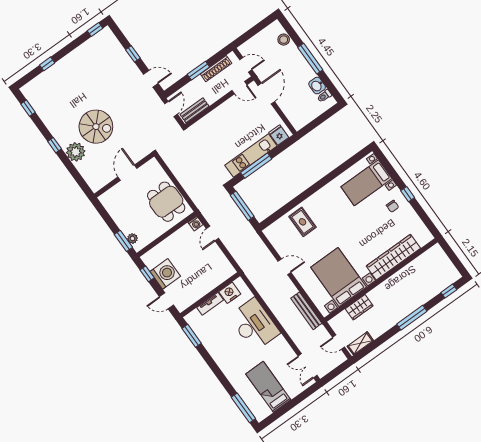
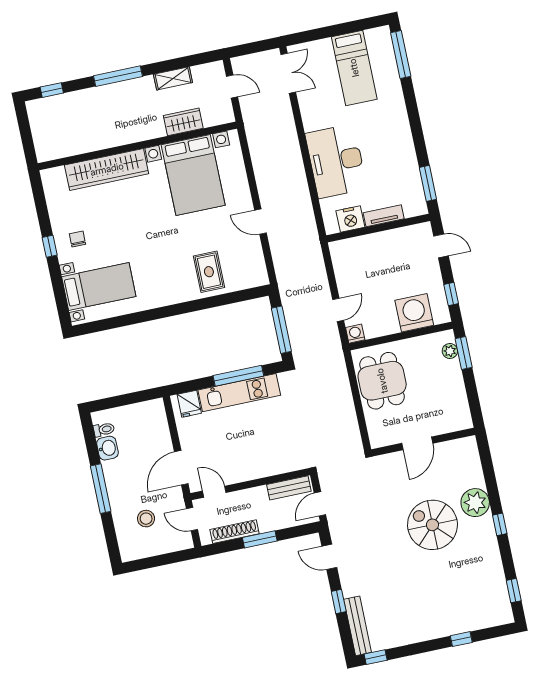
stool: (284, 40) -> (146, 519), moved
washing machine: (165, 274) -> (414, 313), moved, turned 90
bench: (306, 311) -> (358, 626), moved
shelving: (360, 343) -> (173, 78), moved

